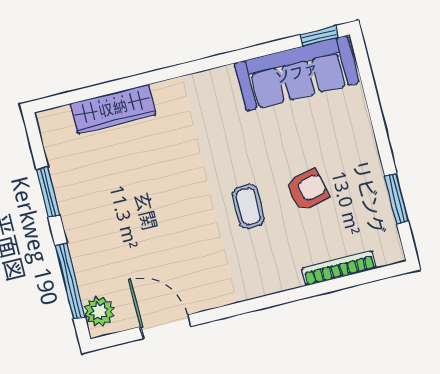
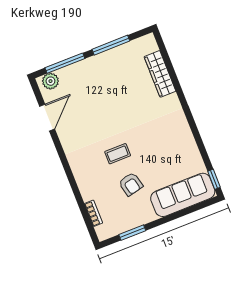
sofa: (297, 73) -> (183, 195), moved, turned 90
window: (48, 192) -> (111, 45), width x1.44
bookcase: (339, 268) -> (94, 213), width x0.64

